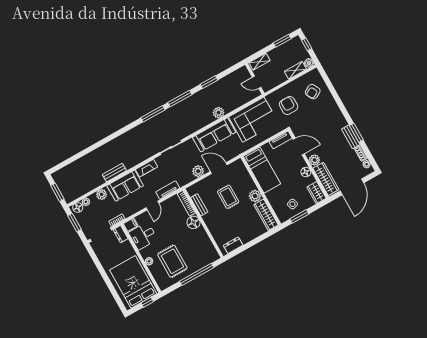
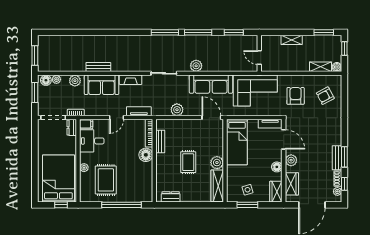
wall: (255, 79) -> (259, 53), moved
door: (257, 82) -> (259, 58), moved
plant: (219, 113) -> (196, 66), moved
window: (369, 155) -> (344, 184), added
door: (219, 168) -> (211, 118), moved
wardrobe: (326, 179) -> (292, 184), width x0.67
rug: (228, 197) -> (188, 162), moved

